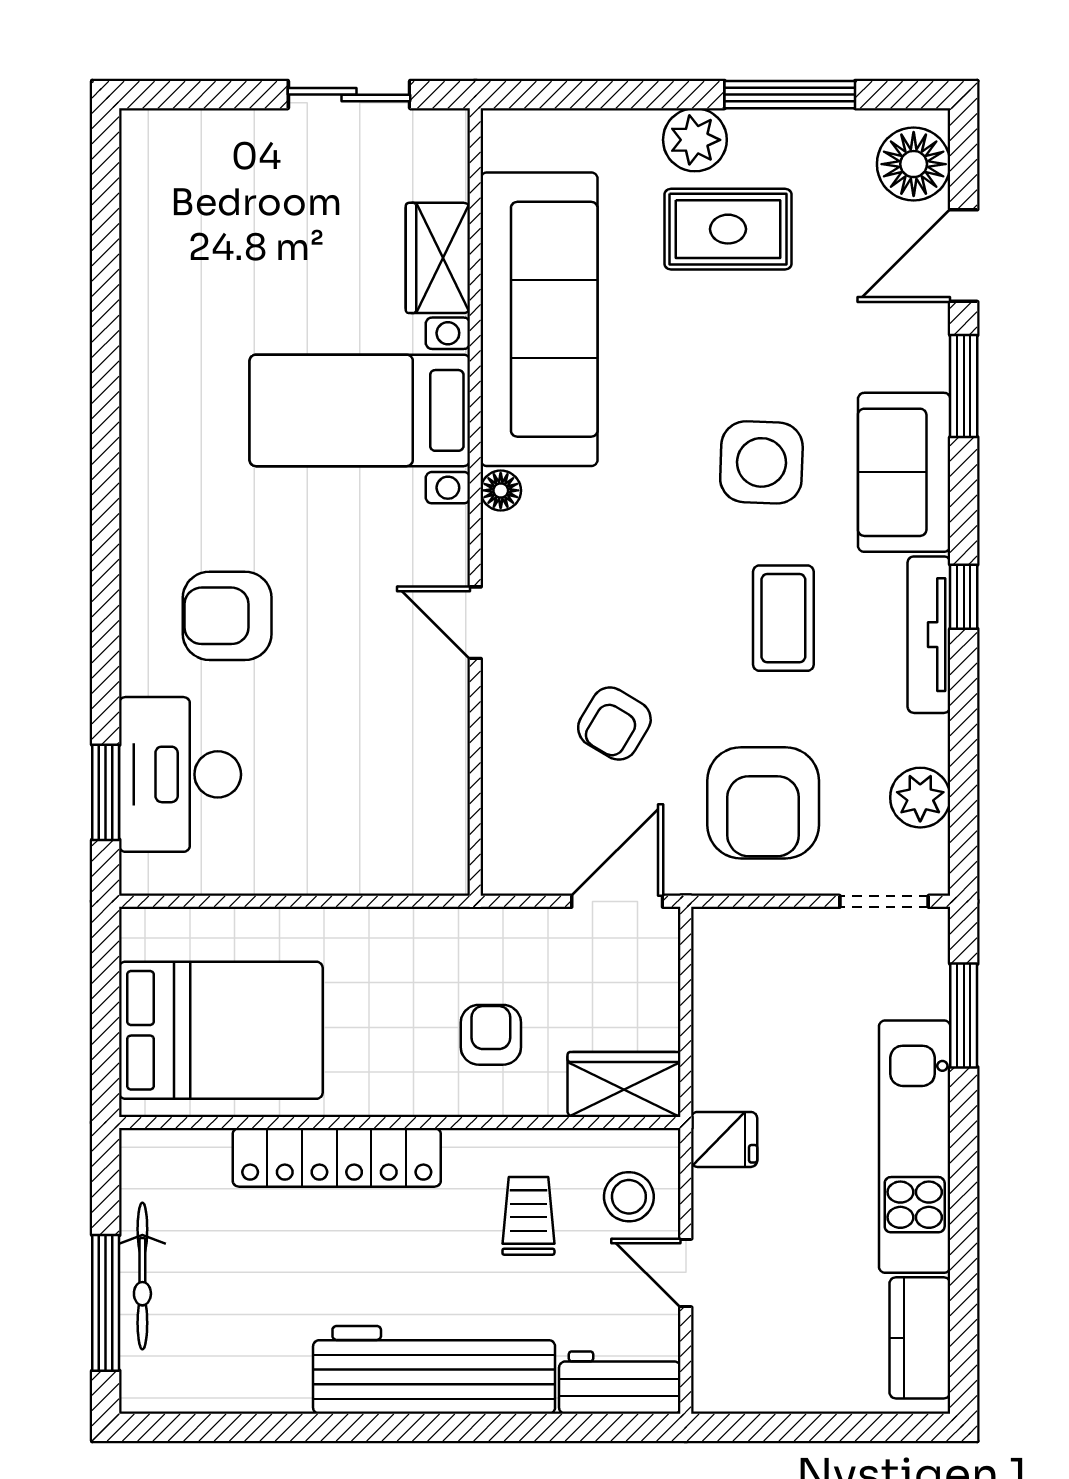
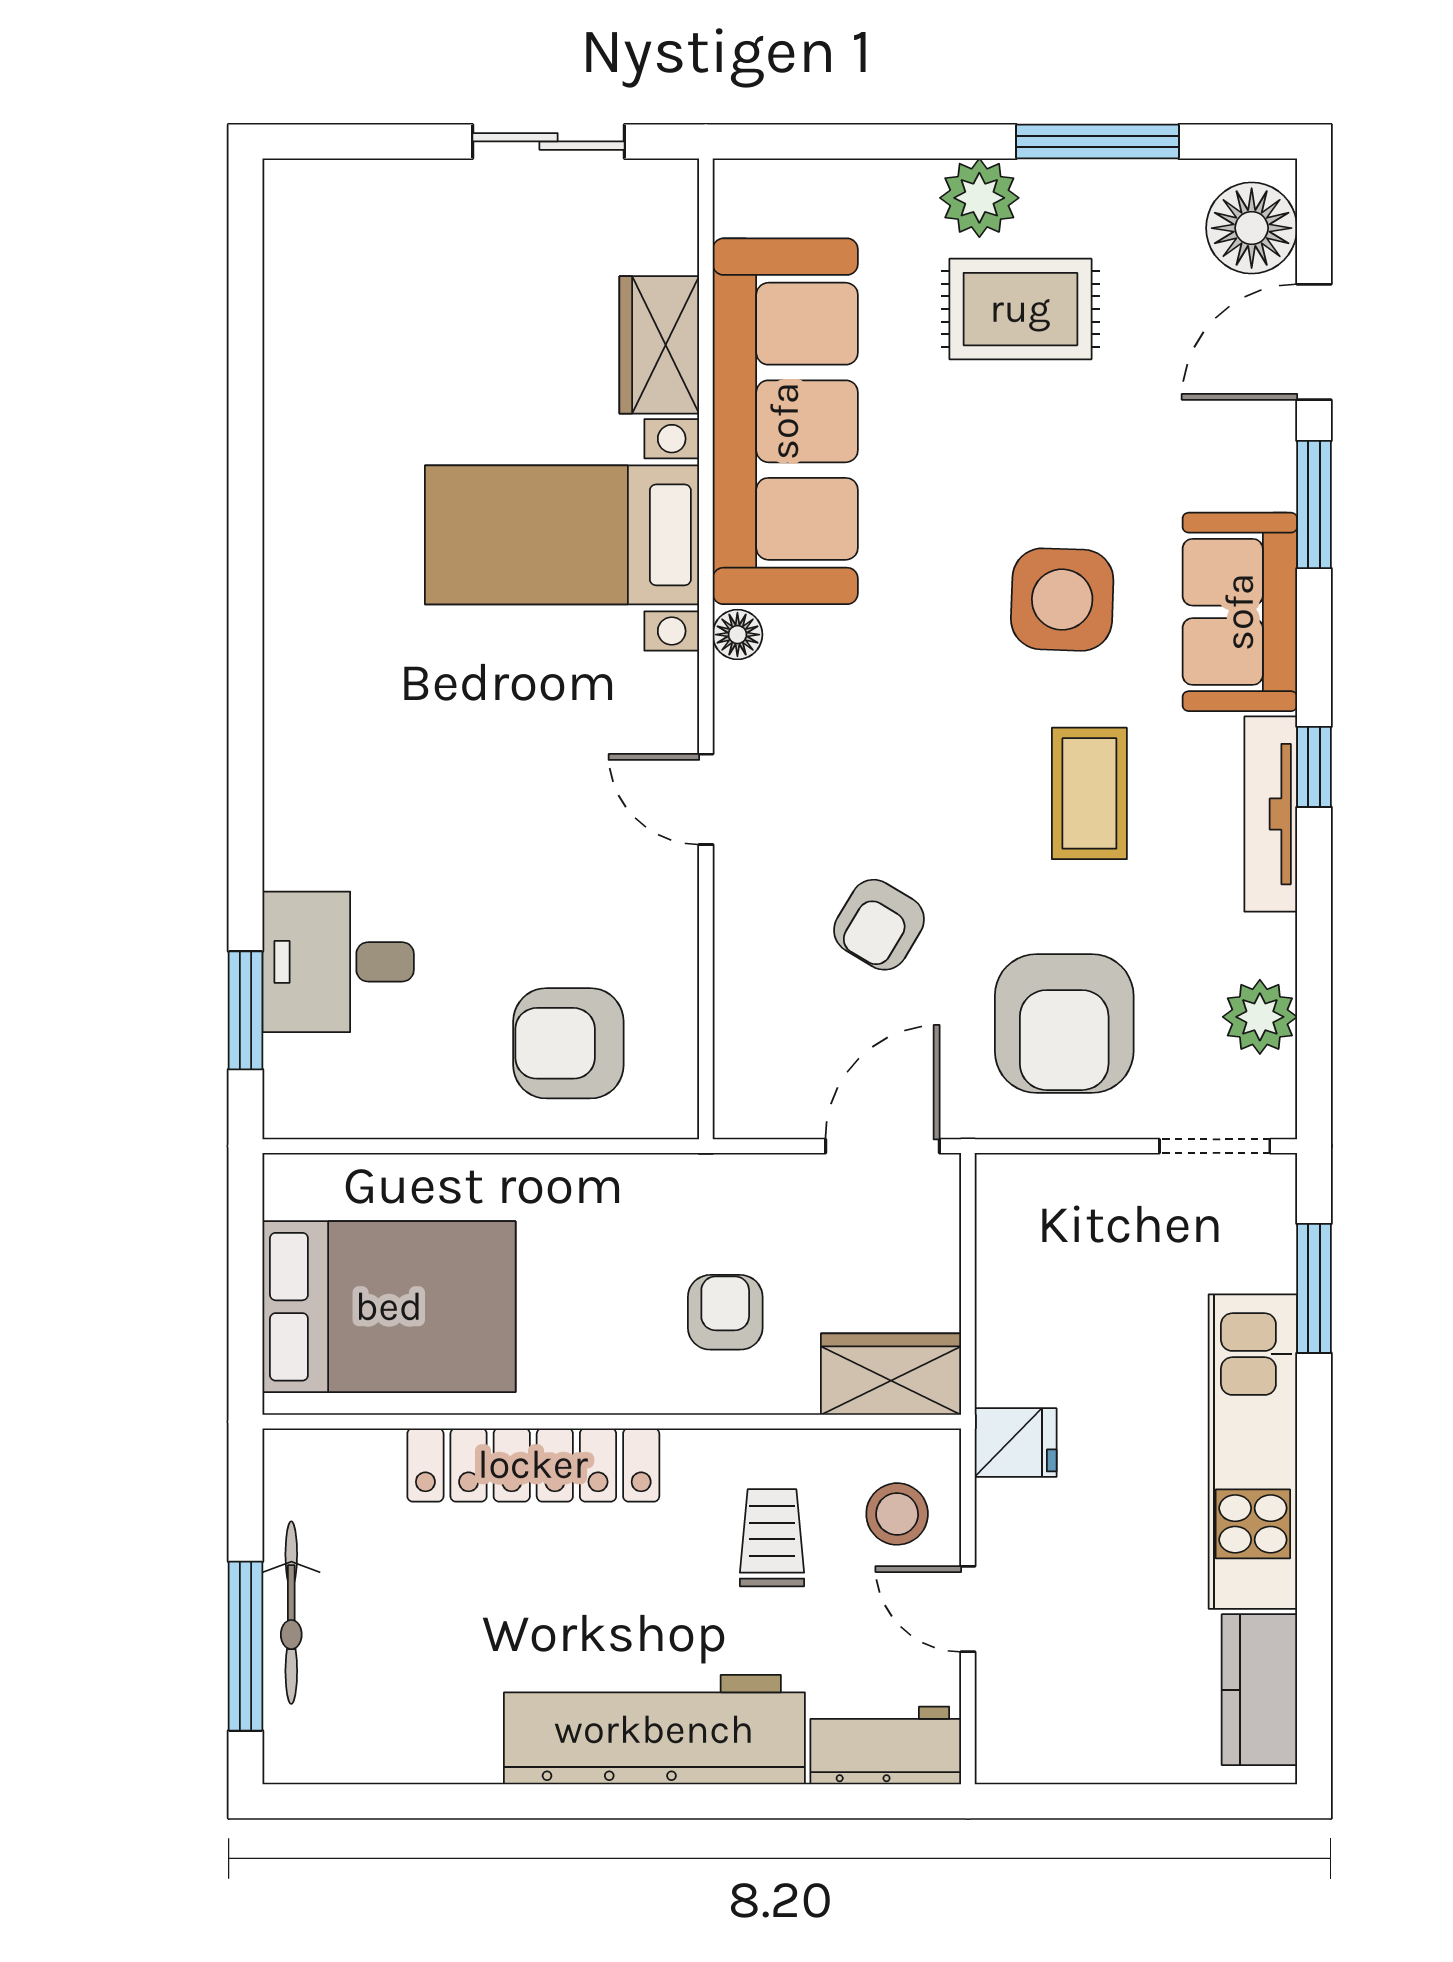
armchair: (227, 616) -> (568, 1043), moved
desk: (180, 774) -> (338, 962), width x0.73

